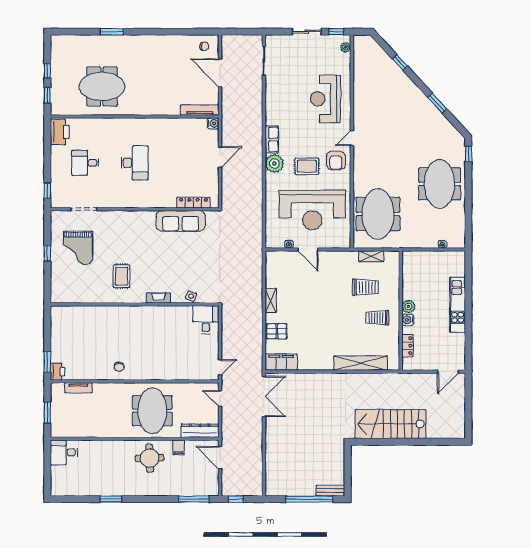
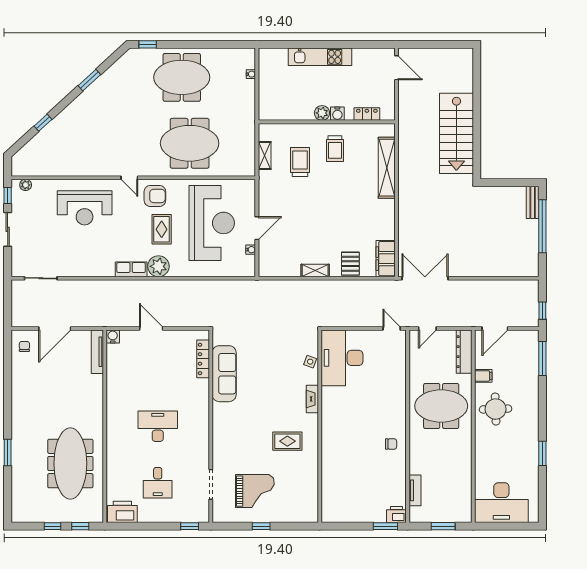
meeting table: (102, 86) -> (70, 464), width x1.36
meeting table: (378, 214) -> (190, 143), moved
desk: (206, 320) -> (342, 358), width x1.87, depth x1.30
desk: (64, 452) -> (501, 503), width x1.87, depth x1.30

